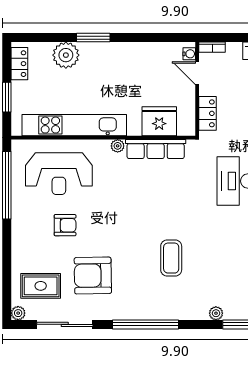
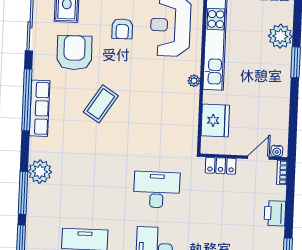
row of seats: (156, 149) -> (40, 108), moved, turned 180
coffee table: (171, 258) -> (101, 104), moved, turned -57
plant: (216, 313) -> (40, 172), width x1.87, depth x1.87

